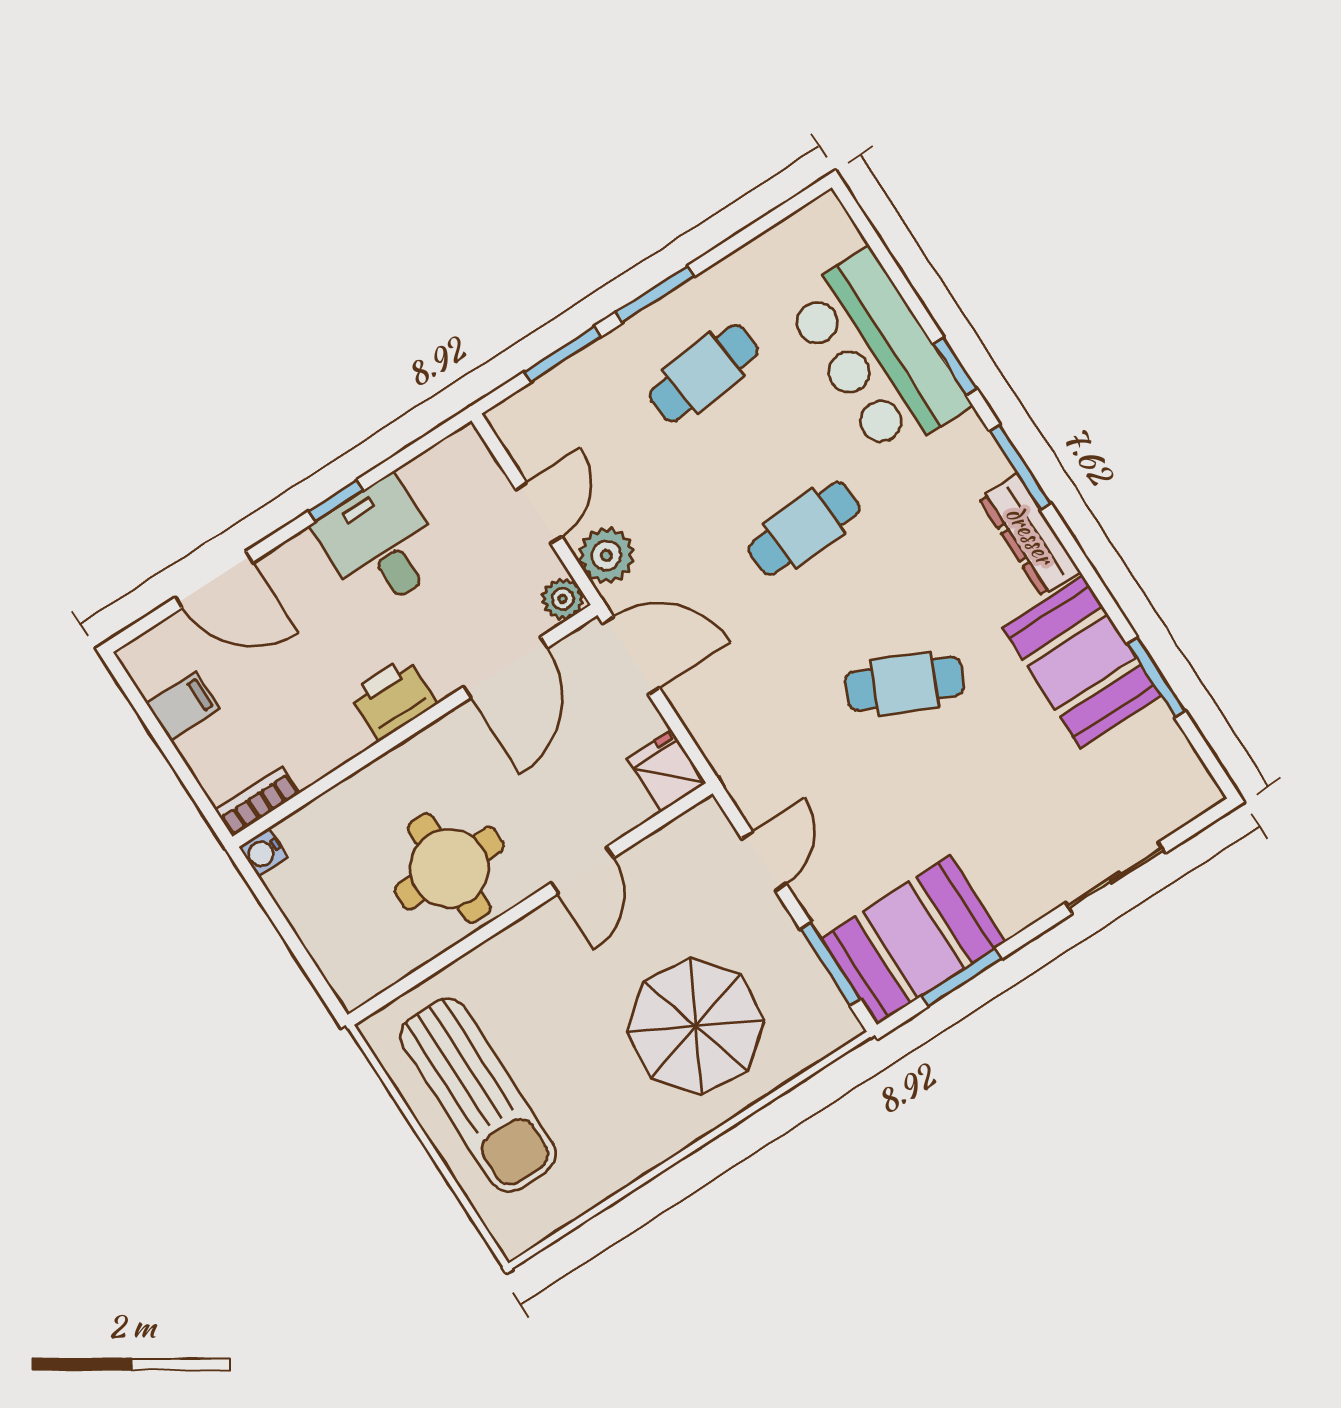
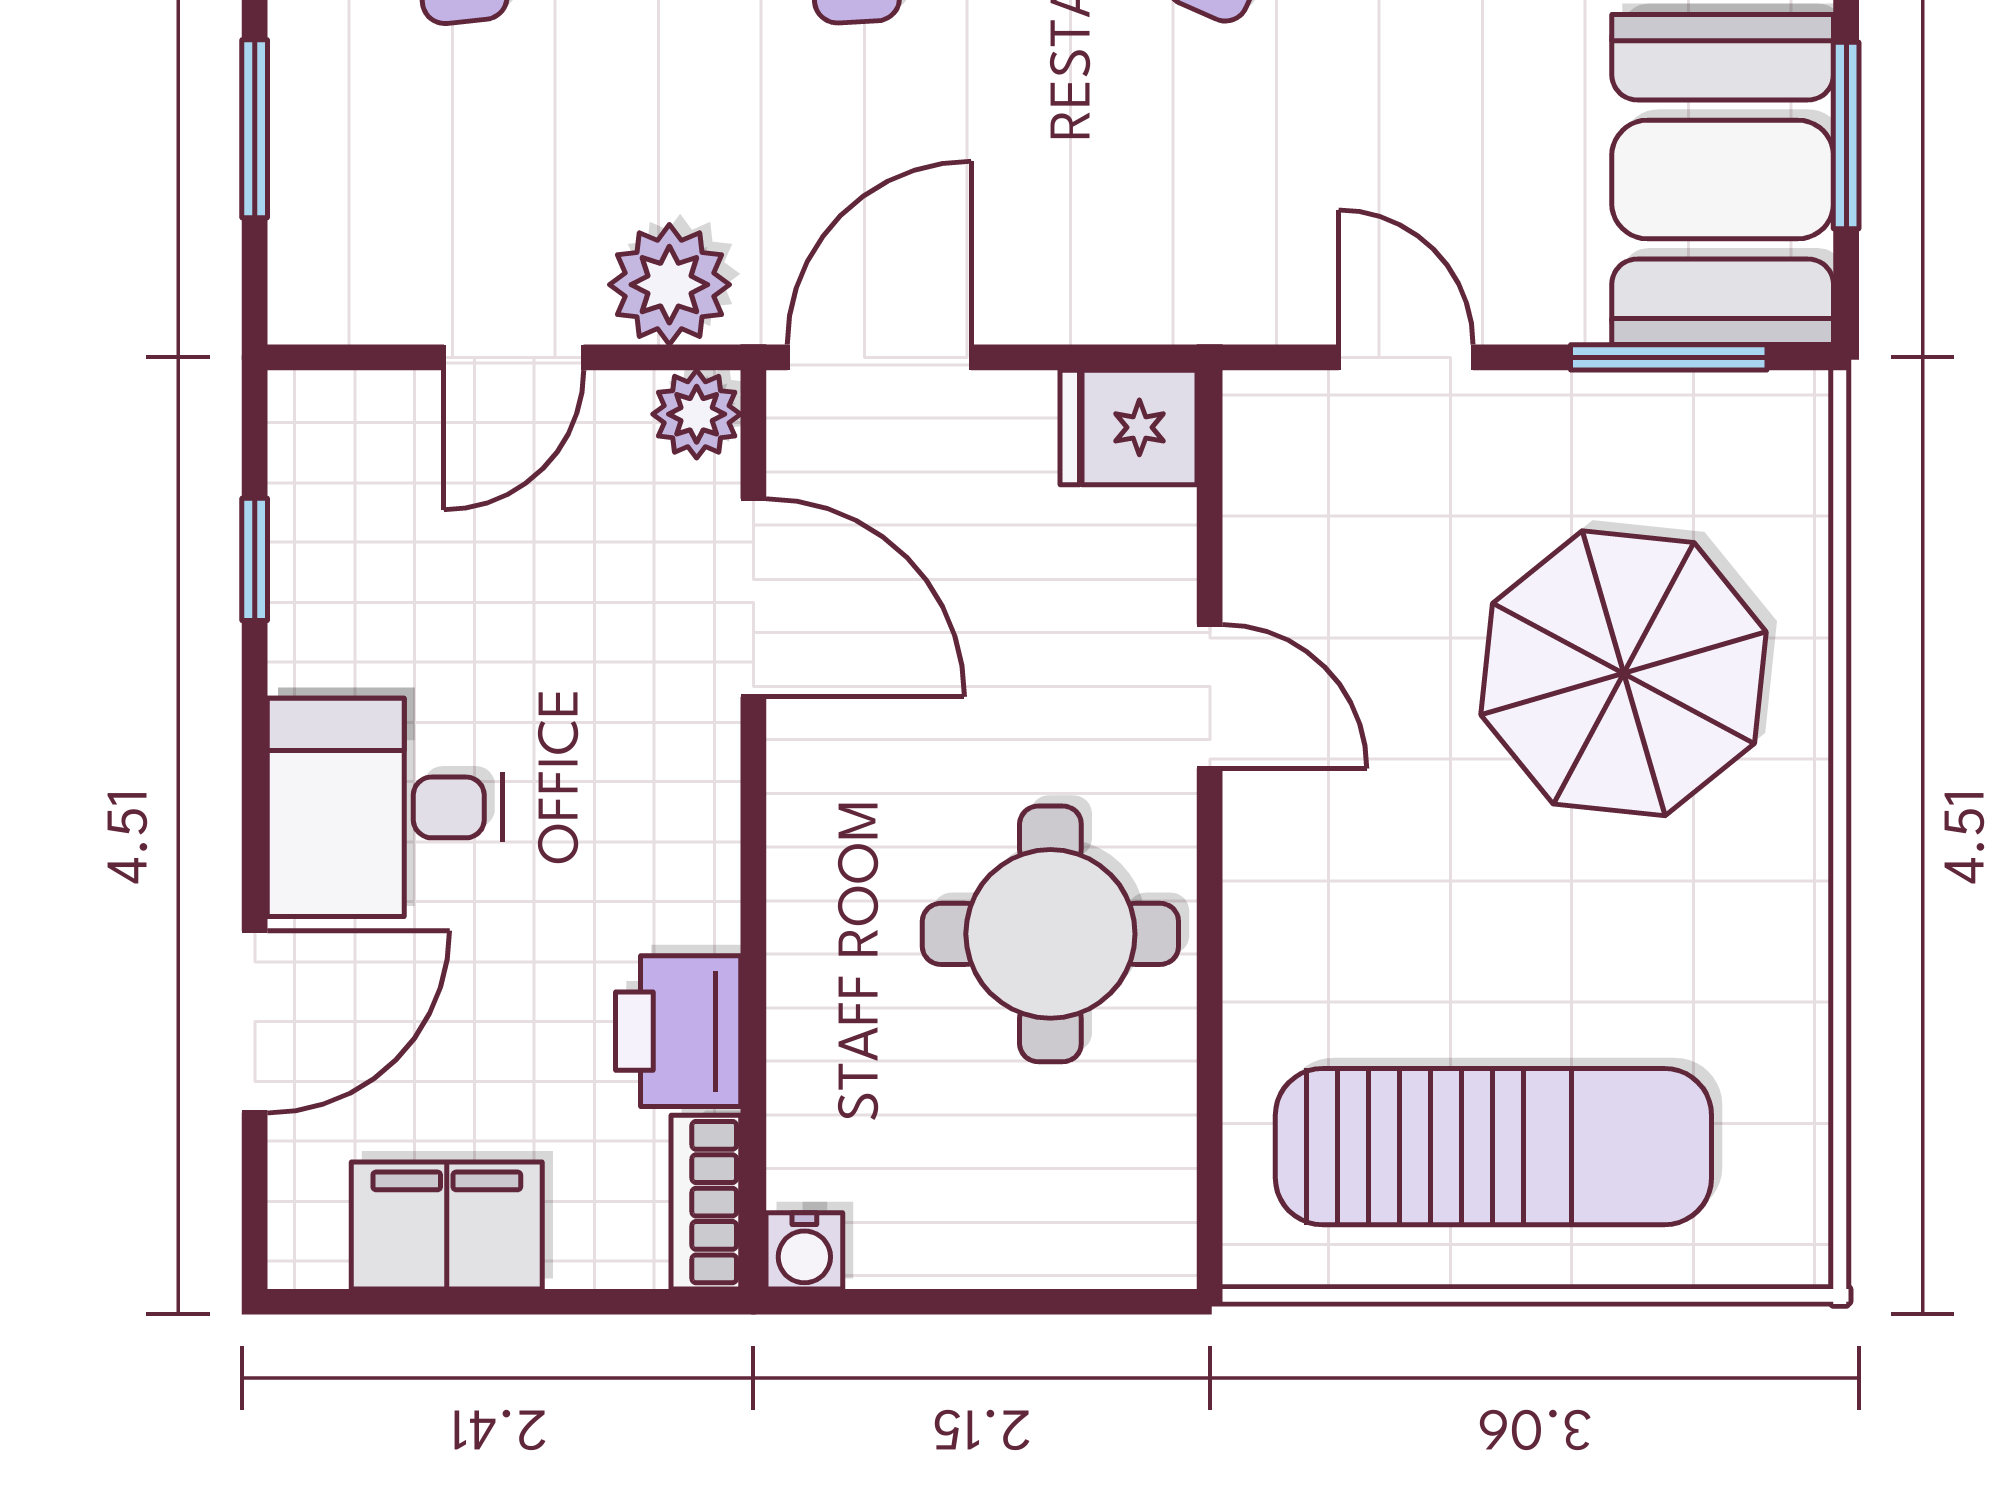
window: (336, 501) -> (255, 559), moved
door: (539, 513) -> (514, 357), swing flipped
desk: (381, 544) -> (385, 807), moved
printer: (393, 699) -> (678, 1031), moved
filing cabinet: (183, 706) -> (447, 1225), width x2.00

